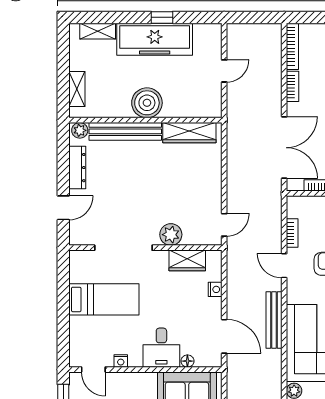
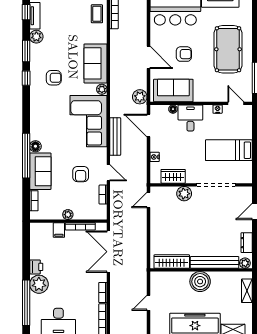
dresser: (77, 168) -> (247, 243), width x0.70
plant: (237, 379) -> (140, 97), added

